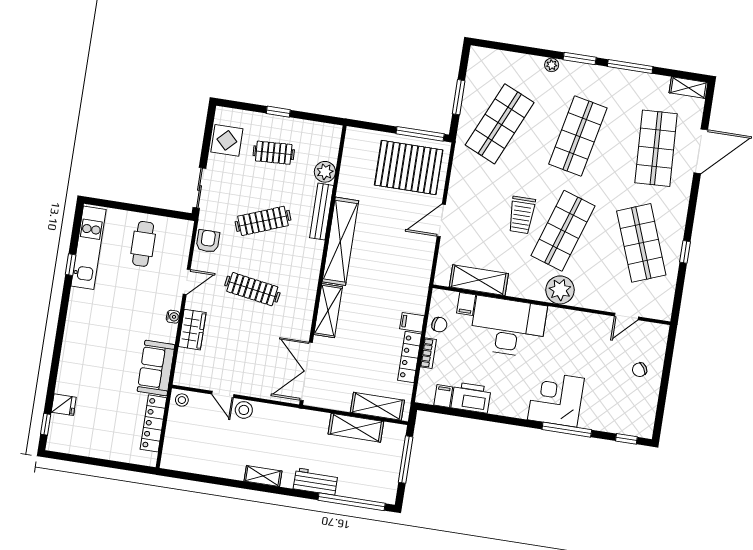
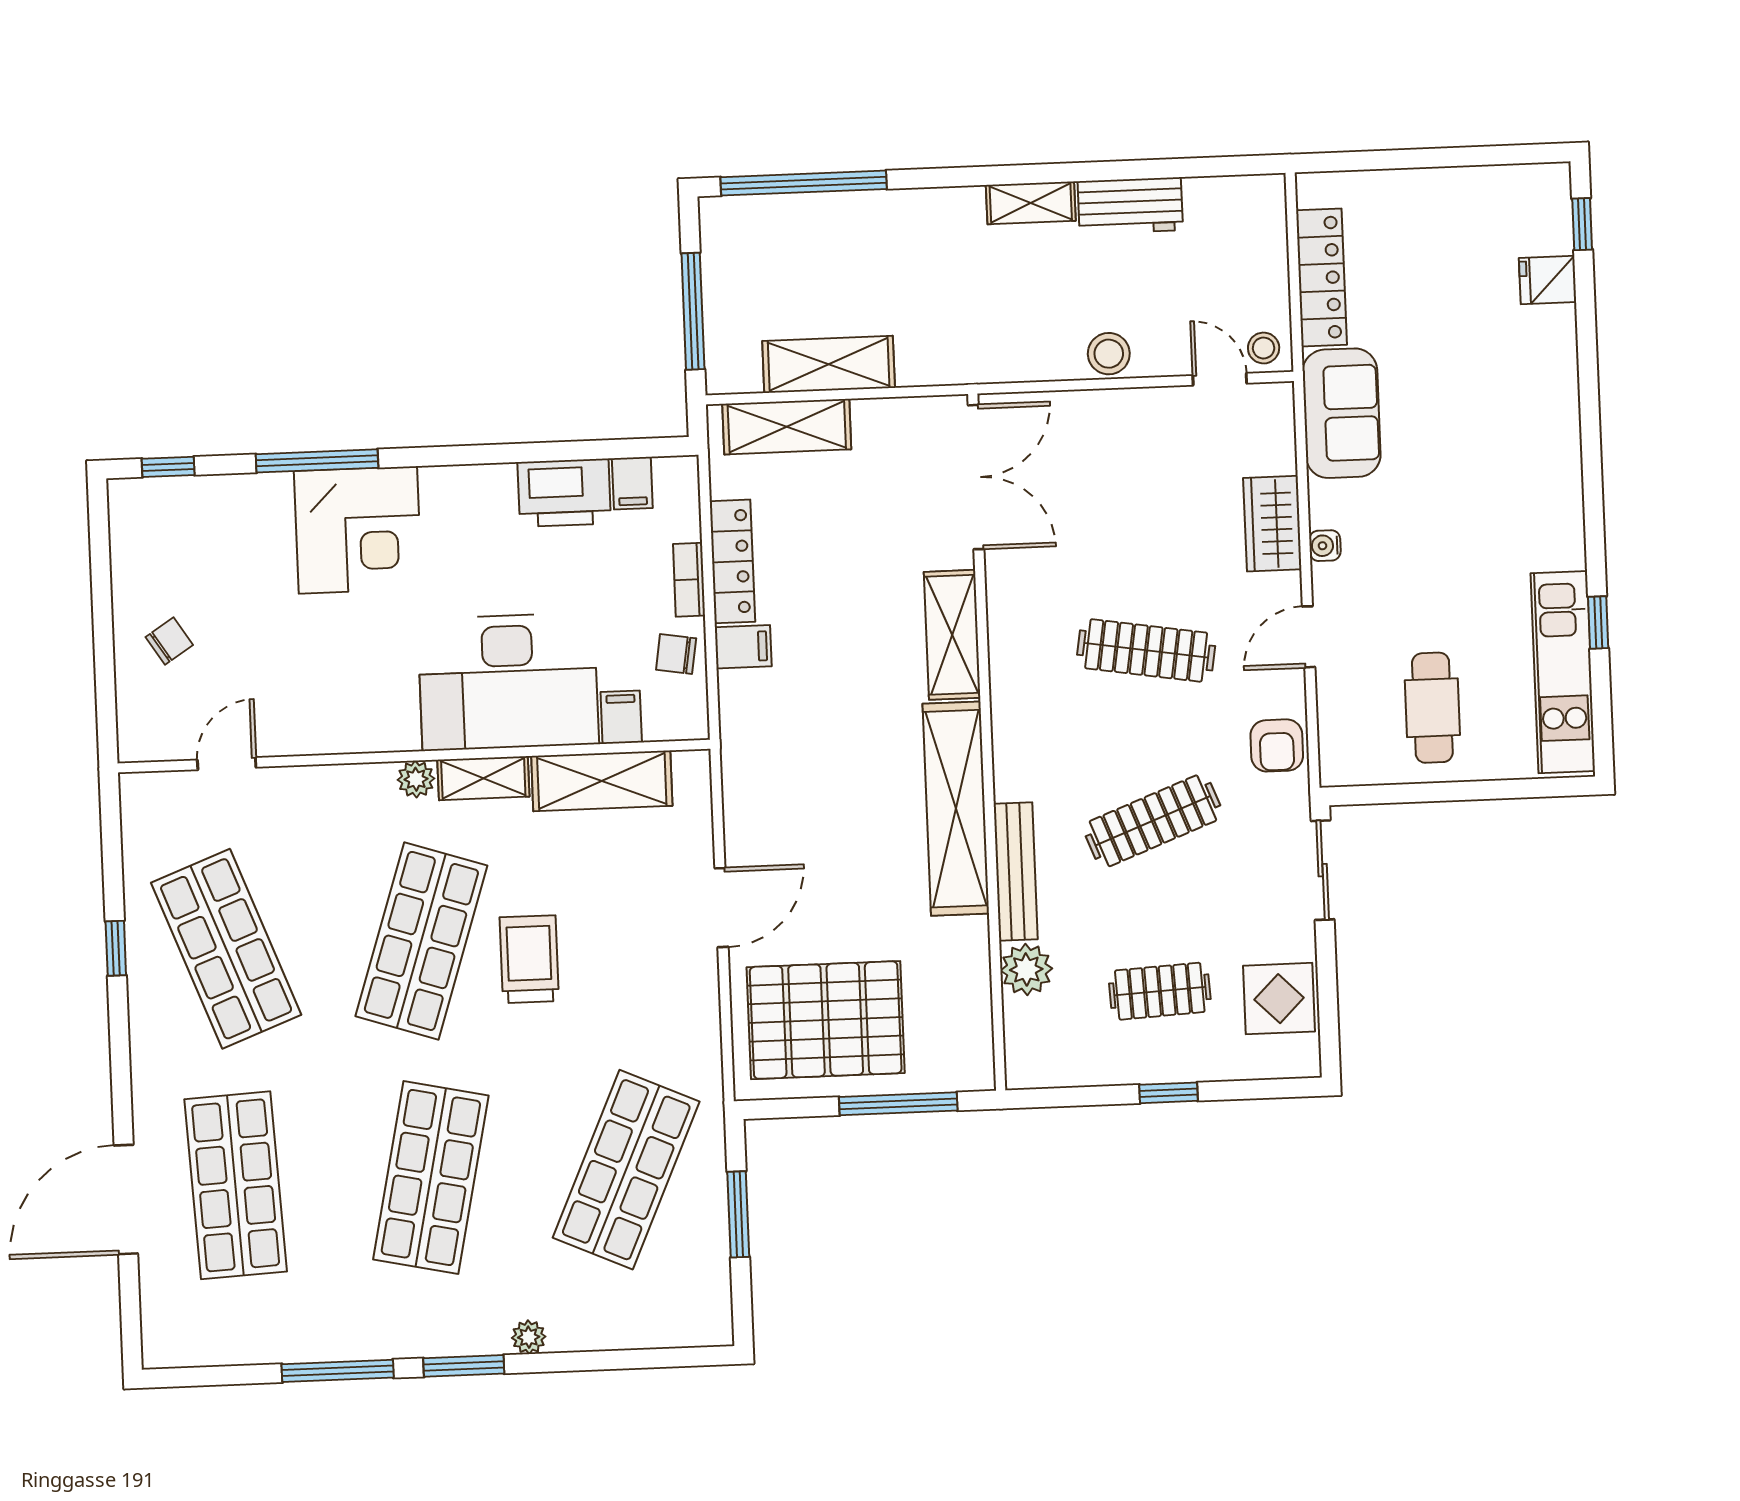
shelving: (689, 88) -> (483, 778), moved
window: (420, 134) -> (898, 1104), moved
plant: (560, 290) -> (416, 779), width x0.53, depth x0.53
door: (223, 394) -> (1220, 379), moved
workbench: (316, 481) -> (1130, 206), moved

